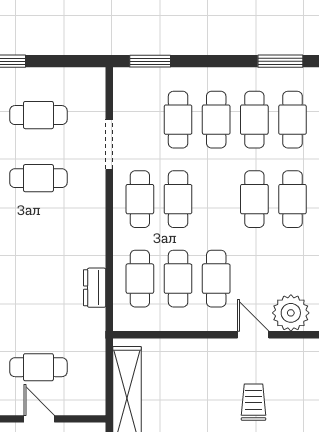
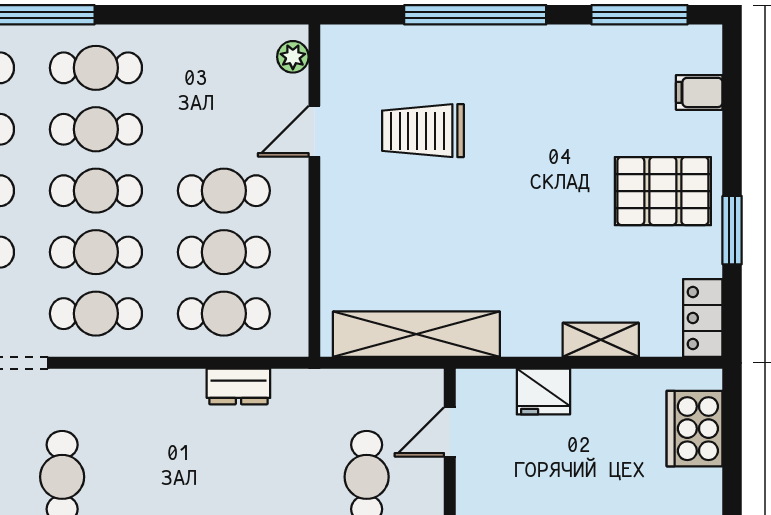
cafe table: (216, 199) -> (96, 191), added
plant: (291, 313) -> (293, 57), width x0.53, depth x0.53
trolley: (253, 402) -> (423, 131), width x1.36, depth x1.39
door: (39, 419) -> (450, 432), moved

